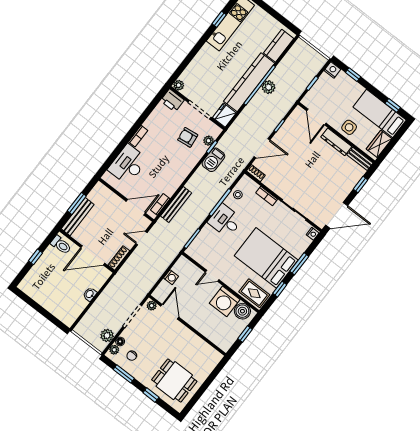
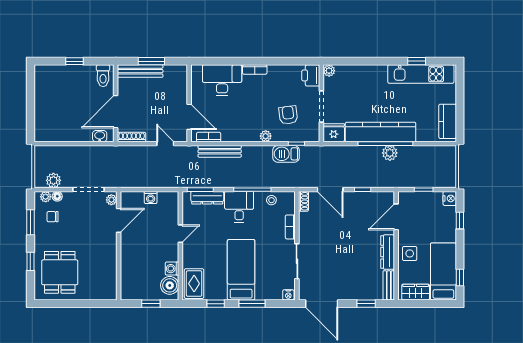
kitchen counter: (279, 46) -> (448, 121), moved, turned -90
plant: (209, 141) -> (266, 136), moved
dresser: (202, 238) -> (207, 198), added
door: (93, 255) -> (116, 112), hinge flipped
bed: (266, 258) -> (241, 270), width x0.67
door: (212, 276) -> (180, 234), swing flipped
washbasin: (90, 294) -> (100, 136), moved
washing machine: (225, 301) -> (172, 269), width x0.53, depth x0.53

